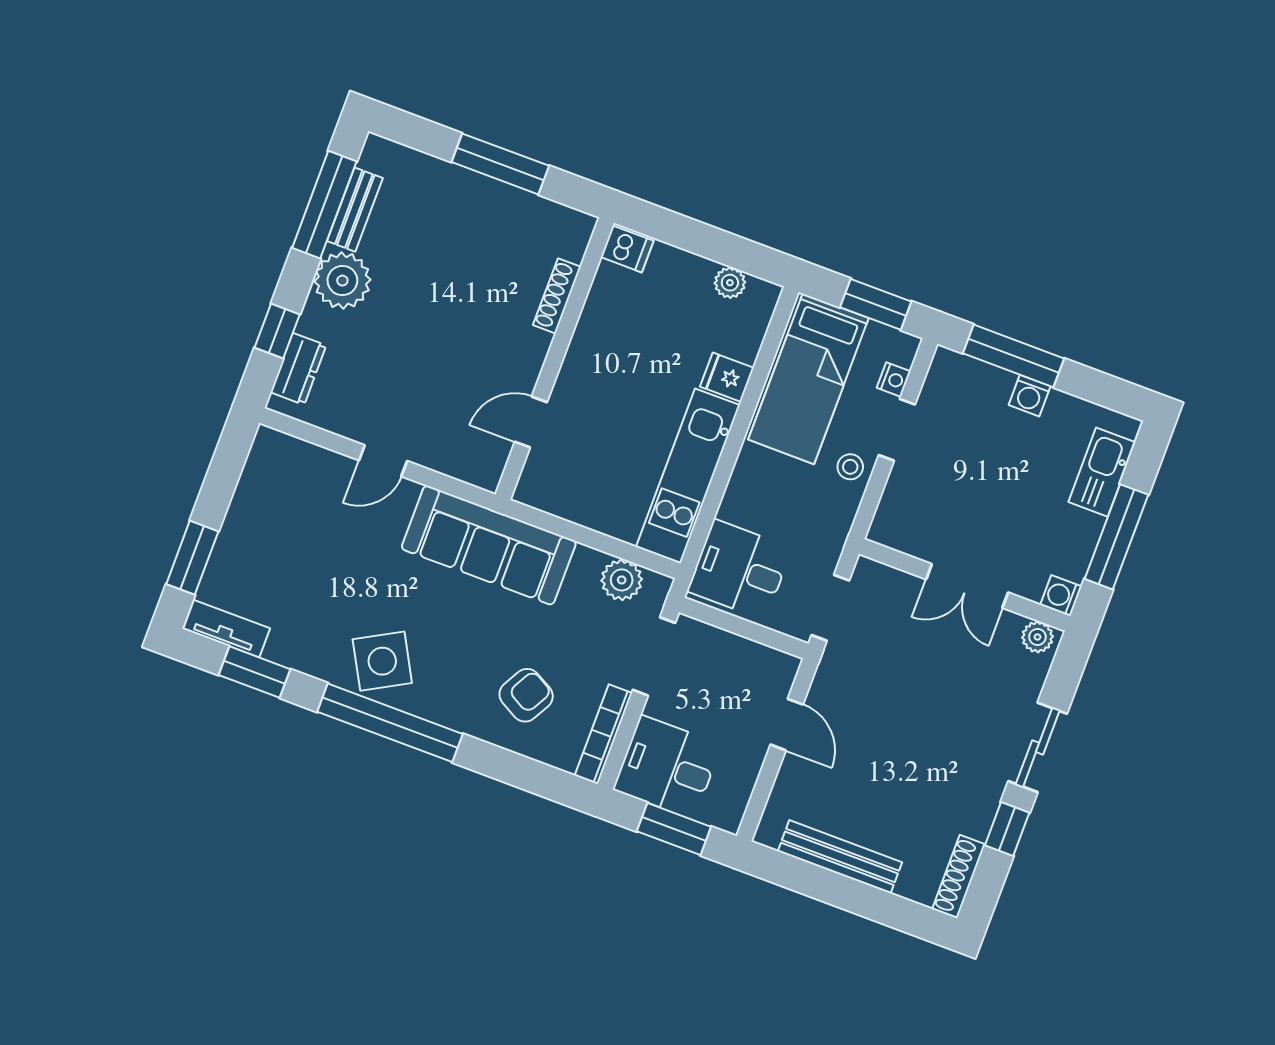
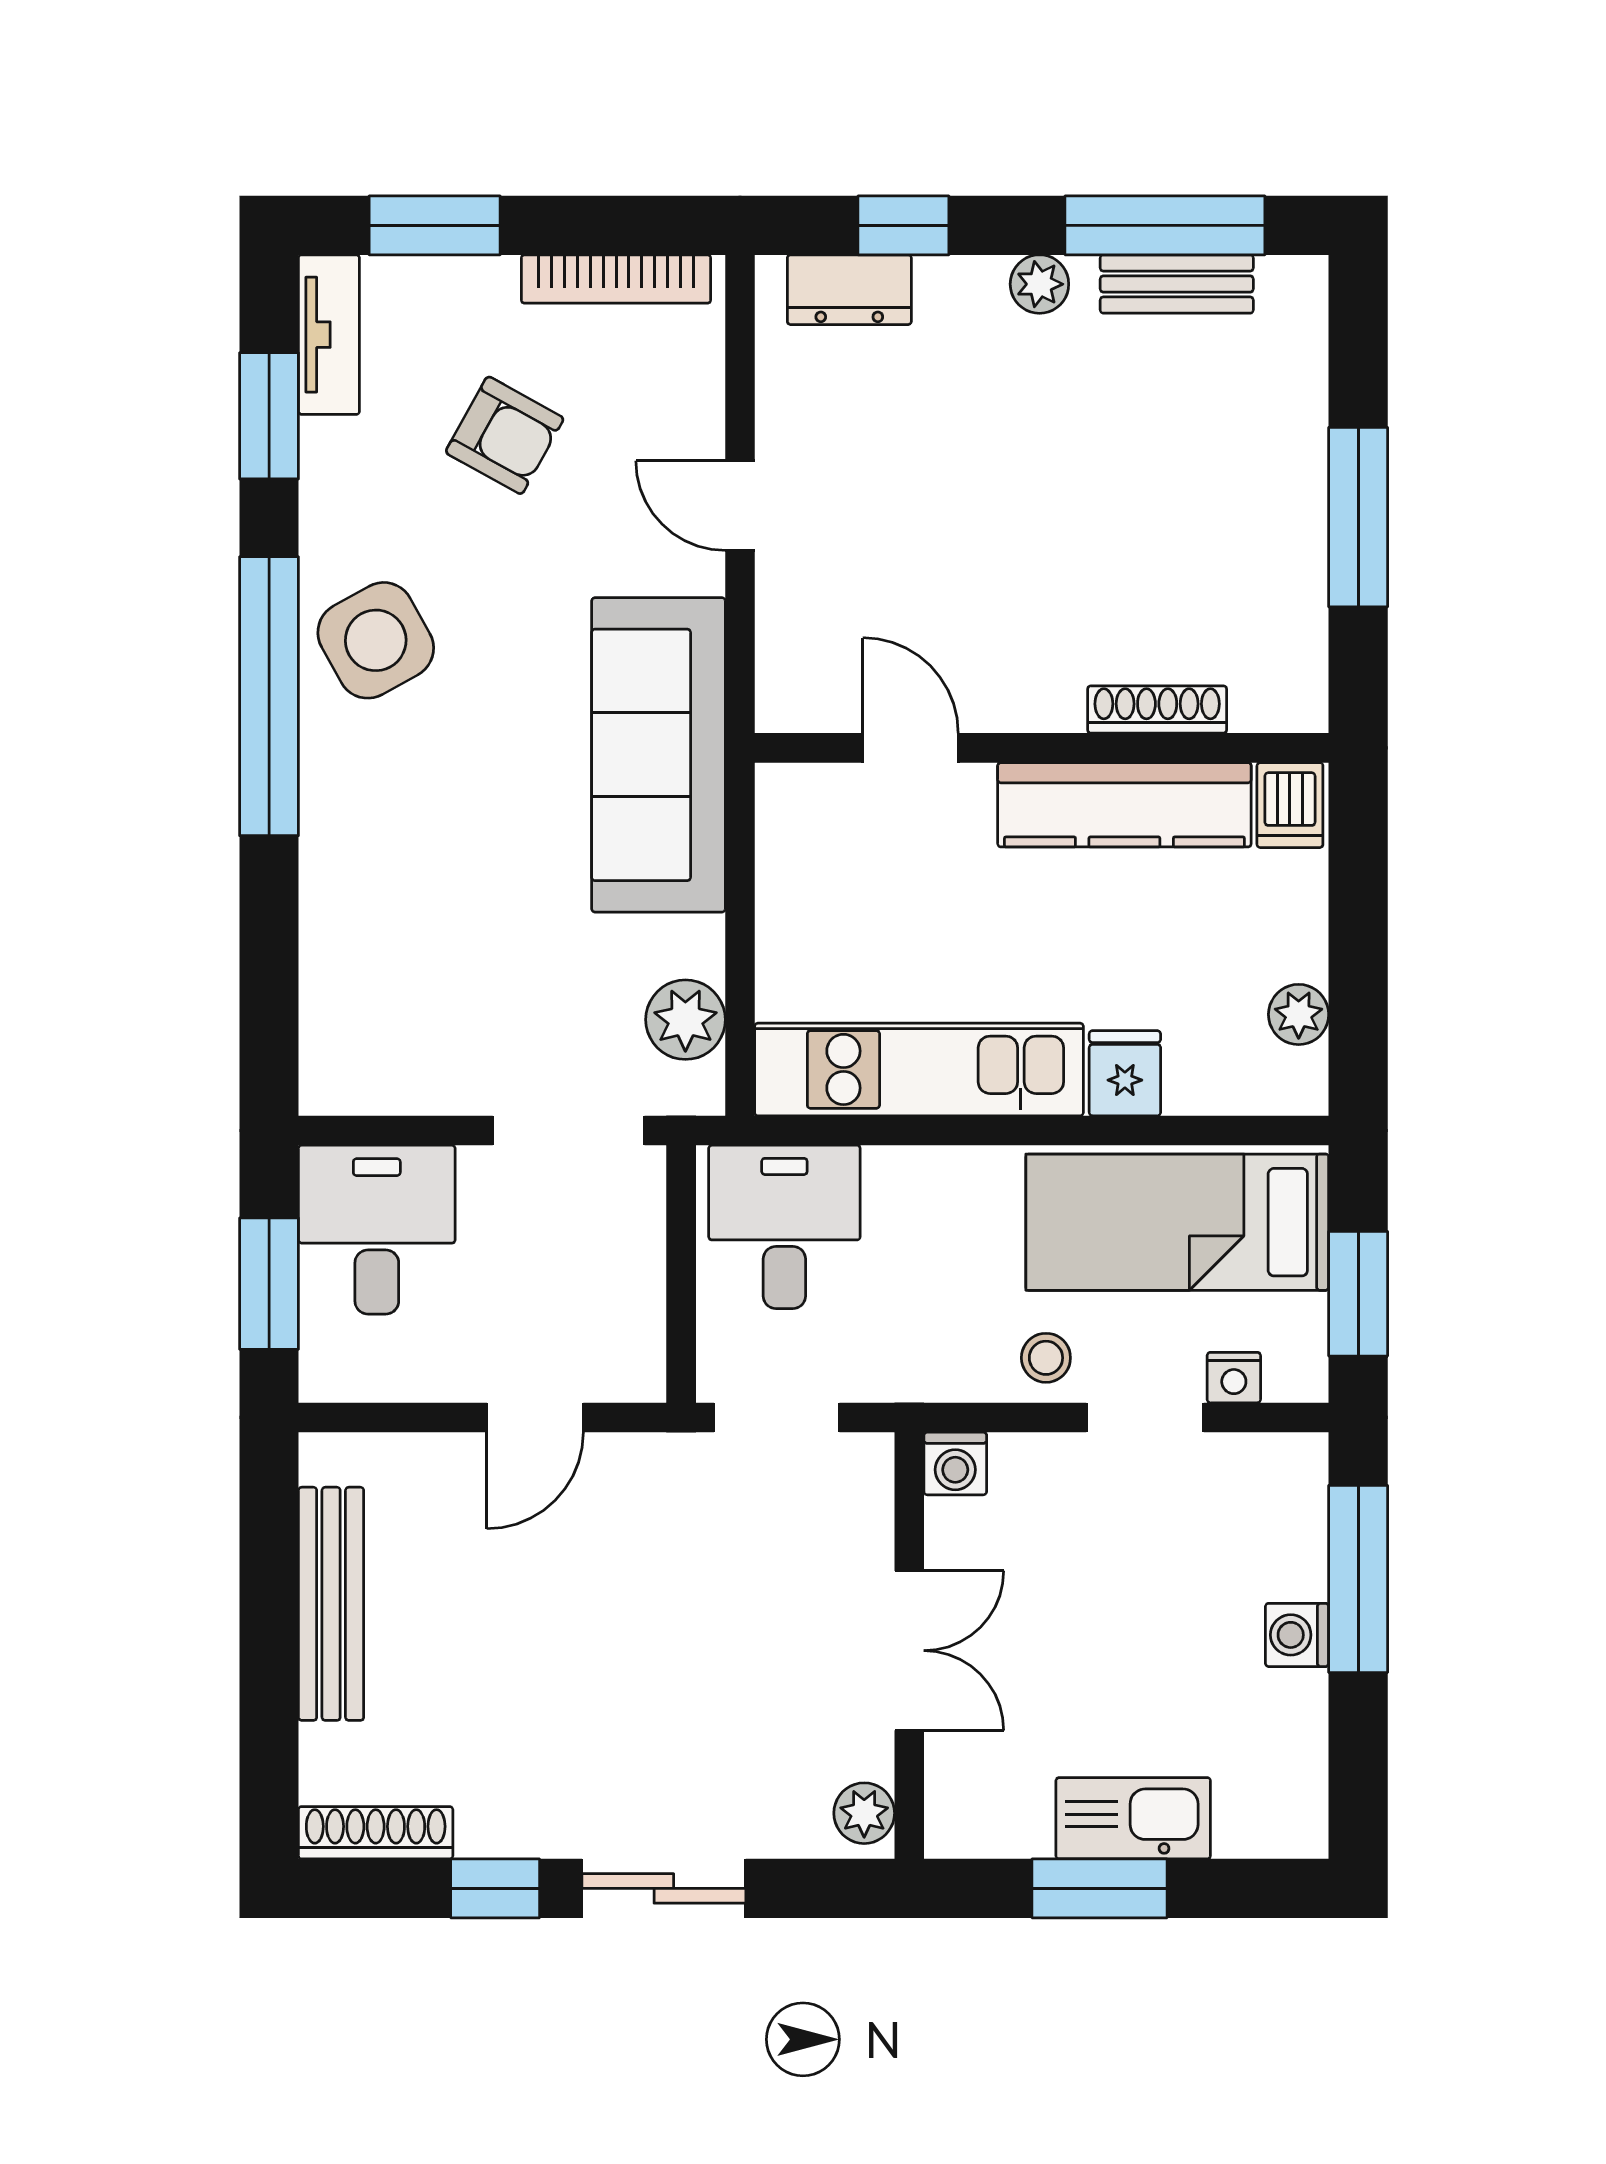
plant: (342, 281) -> (1039, 284), width x0.53, depth x0.53
kitchen counter: (597, 329) -> (1124, 805), added
kitchen sink: (1102, 472) -> (1133, 1818), moved
window: (1116, 537) -> (1099, 1888), width x0.69
double door: (967, 586) -> (909, 1651), swing flipped
washing machine: (1061, 596) -> (955, 1463), moved, turned 180
armchair: (526, 695) -> (505, 435), moved
bookcase: (604, 734) -> (616, 279), moved, turned 180

